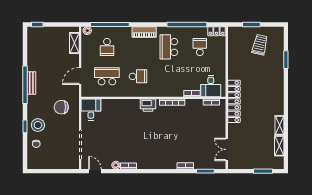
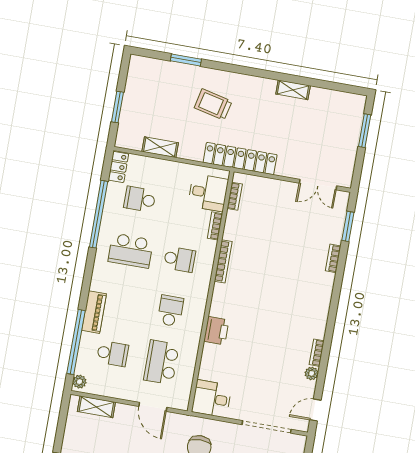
piano: (144, 32) -> (94, 312), moved
trolley: (260, 45) -> (213, 104), moved
school desk: (169, 76) -> (179, 259), added
printer: (148, 105) -> (216, 331), moved
shelving: (279, 146) -> (160, 147), moved

